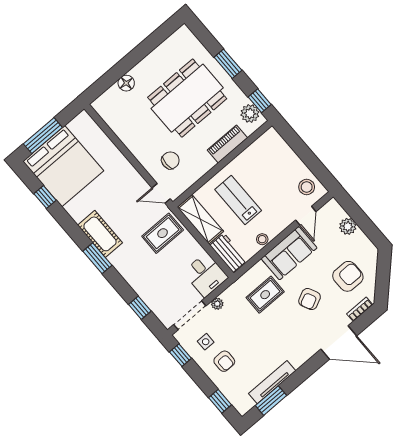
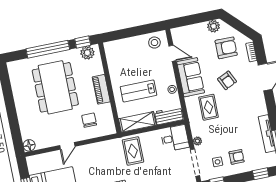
window: (228, 64) -> (48, 49), width x2.11
floor lamp: (126, 83) -> (29, 145), moved
piano: (227, 144) -> (101, 89), moved
door: (161, 193) -> (67, 146), moved
plant: (348, 226) -> (214, 26), moved
armchair: (348, 276) -> (226, 48), turned 90

